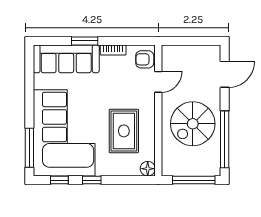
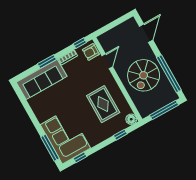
window: (137, 41) -> (80, 43), added
corner sofa: (64, 133) -> (65, 136), width x0.73, depth x0.74
window: (92, 180) -> (120, 135), moved

